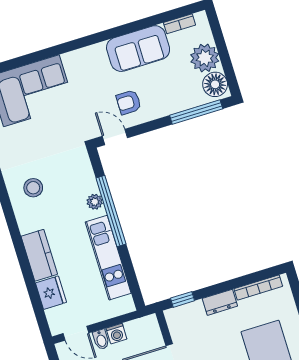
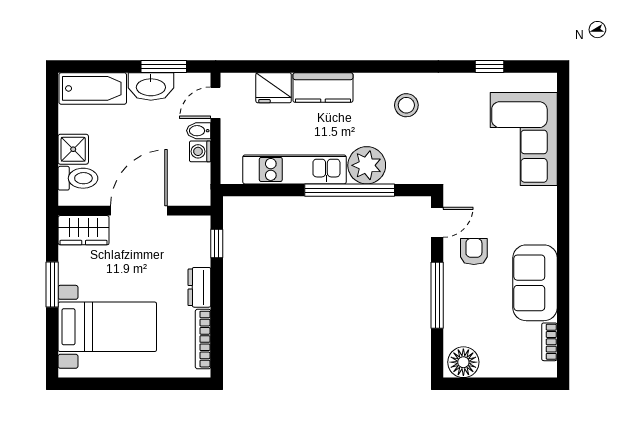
plant: (205, 58) -> (499, 360), removed
window: (196, 112) -> (437, 295), moved
plant: (95, 202) -> (367, 165), width x1.87, depth x1.87

